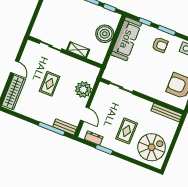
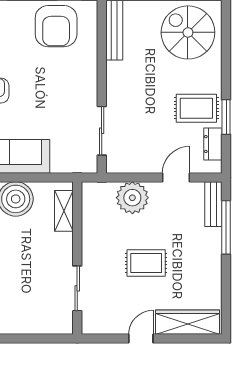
shelving: (78, 50) -> (64, 211), moved
rug: (127, 131) -> (196, 108), moved

